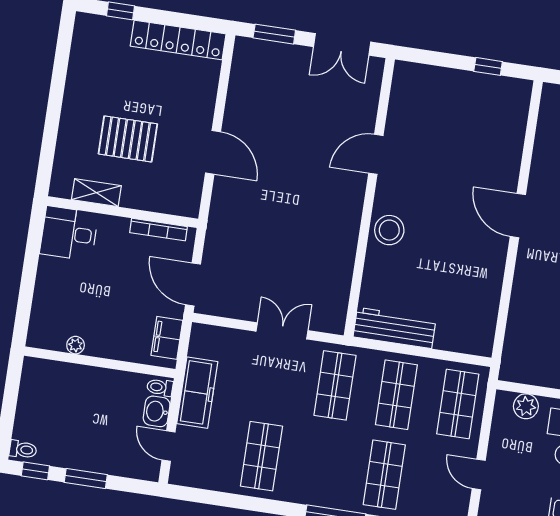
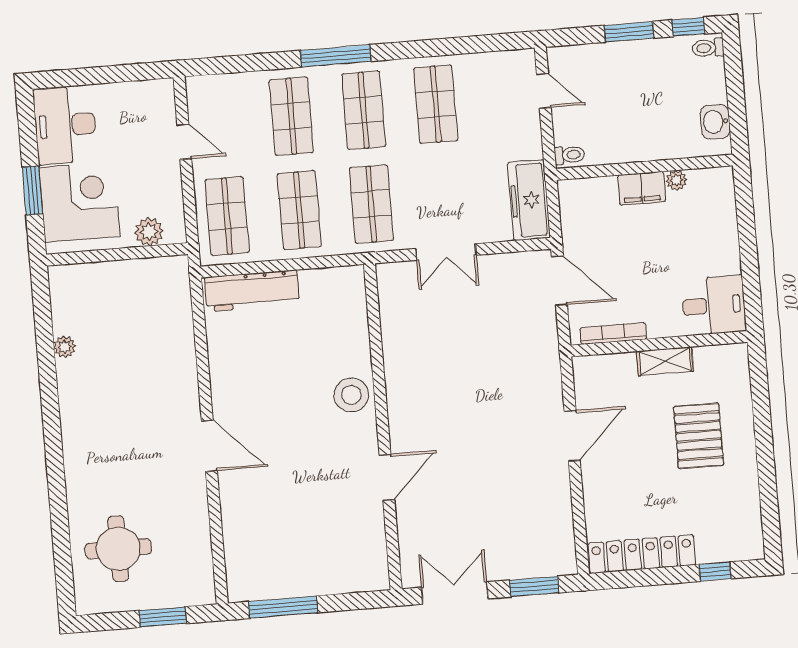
window: (488, 66) -> (283, 607), width x2.17
pallet: (128, 139) -> (699, 436), moved, turned 90
door: (213, 152) -> (572, 436), swing flipped
shelving: (96, 193) -> (665, 361), moved
workbench: (394, 328) -> (252, 291), moved
filing cabinet: (167, 338) -> (642, 188), moved, turned 90
freezer: (197, 393) -> (529, 200), moved
washbasin: (157, 411) -> (715, 122), moved, turned 180
shop shelf: (323, 465) -> (364, 110), added

